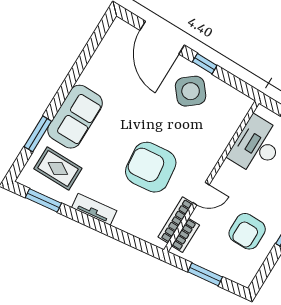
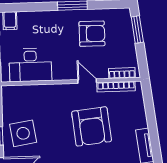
side table: (191, 91) -> (23, 133), turned 30
window: (205, 274) -> (137, 29), moved

